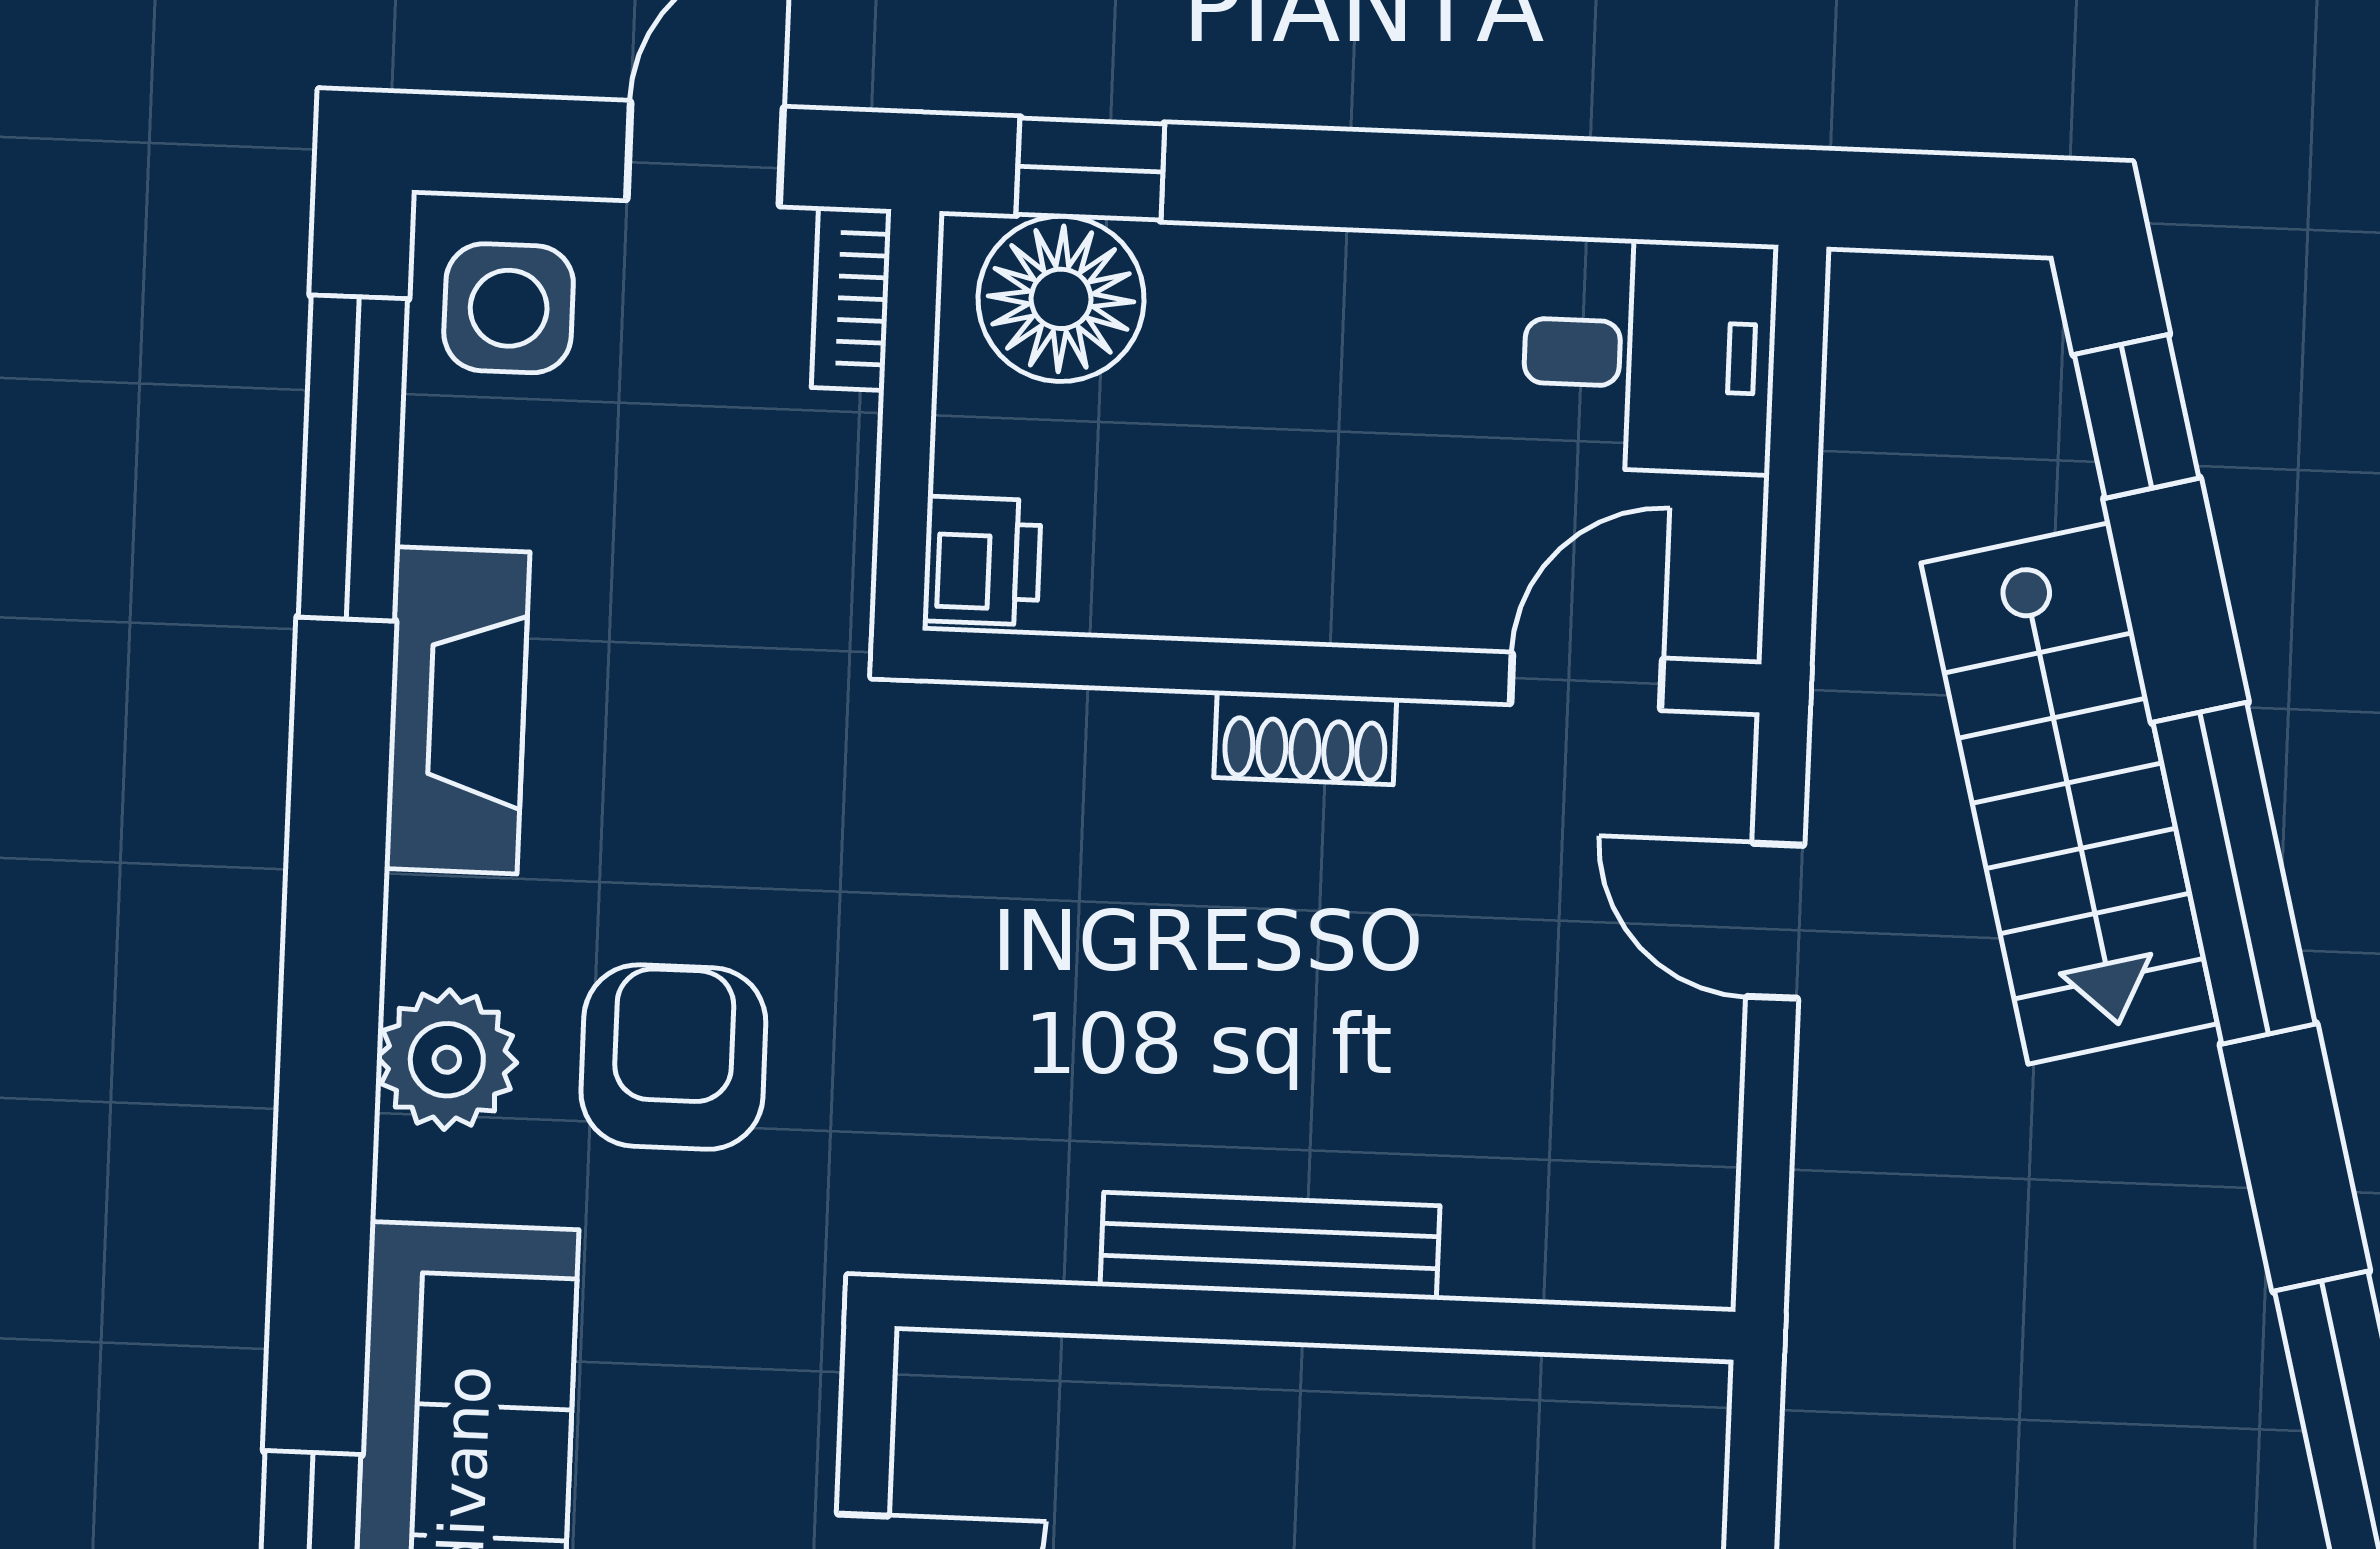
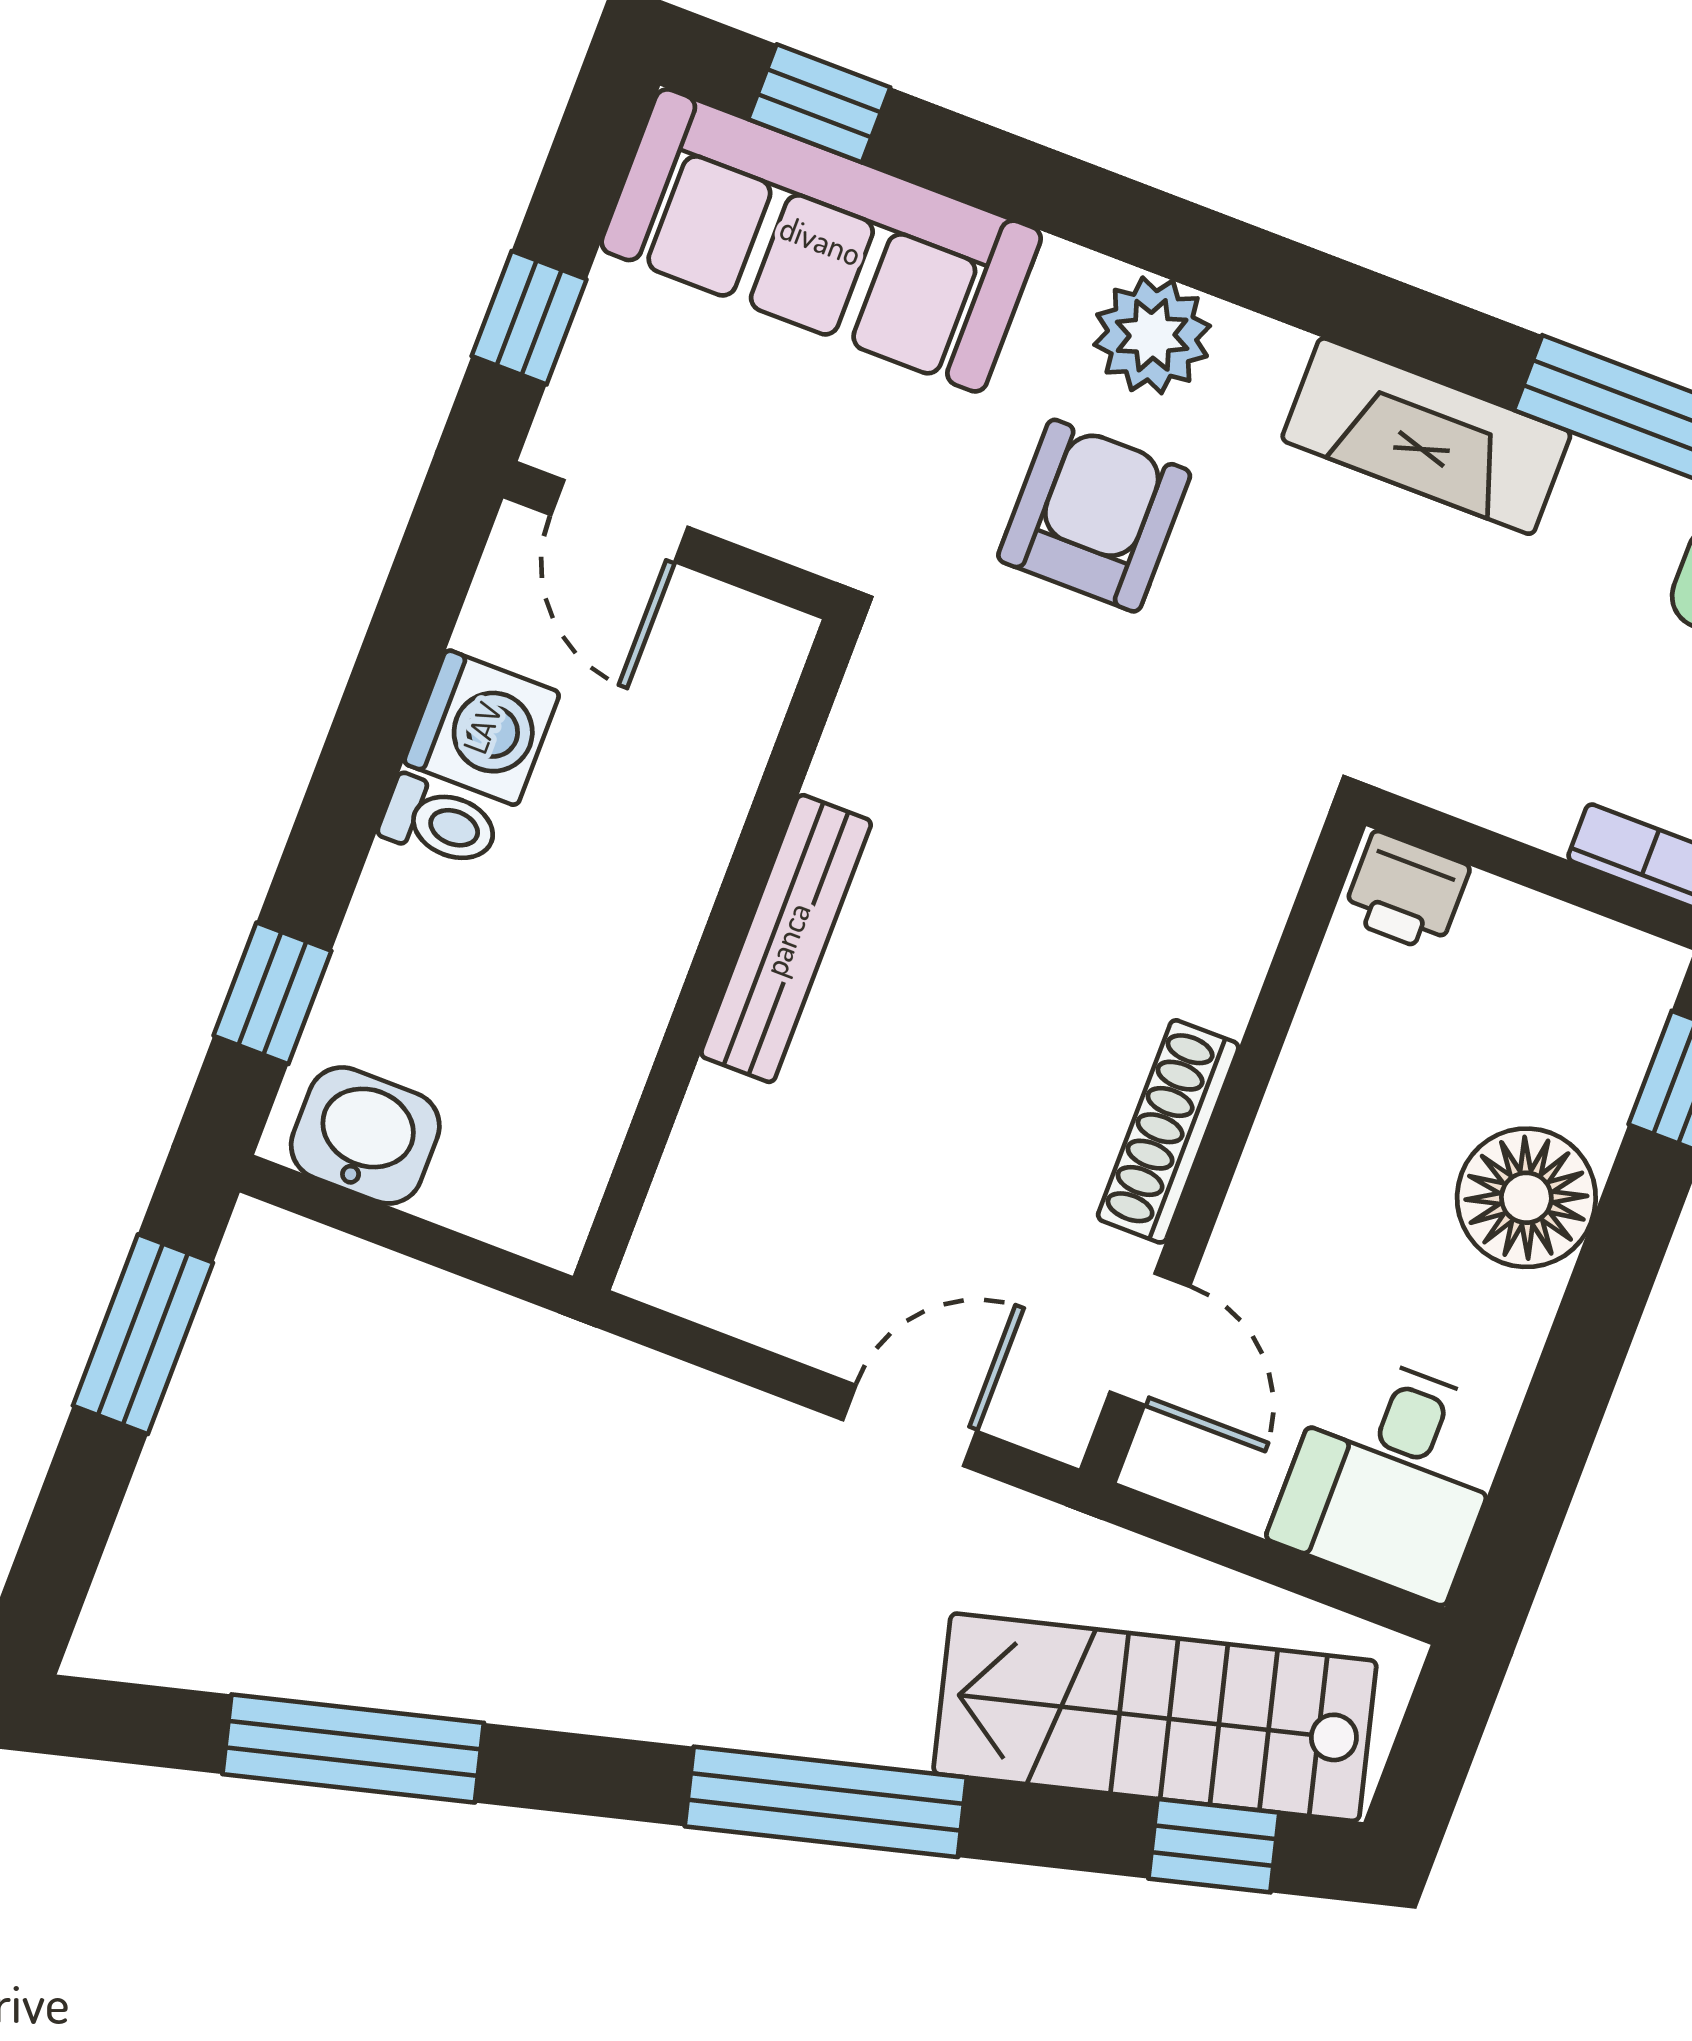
floor lamp: (1061, 299) -> (1526, 1198), moved
shoe rack: (1305, 738) -> (1168, 1131), width x1.43
stairs: (2069, 793) -> (1155, 1717), moved
armchair: (673, 1057) -> (1094, 516), turned -90

